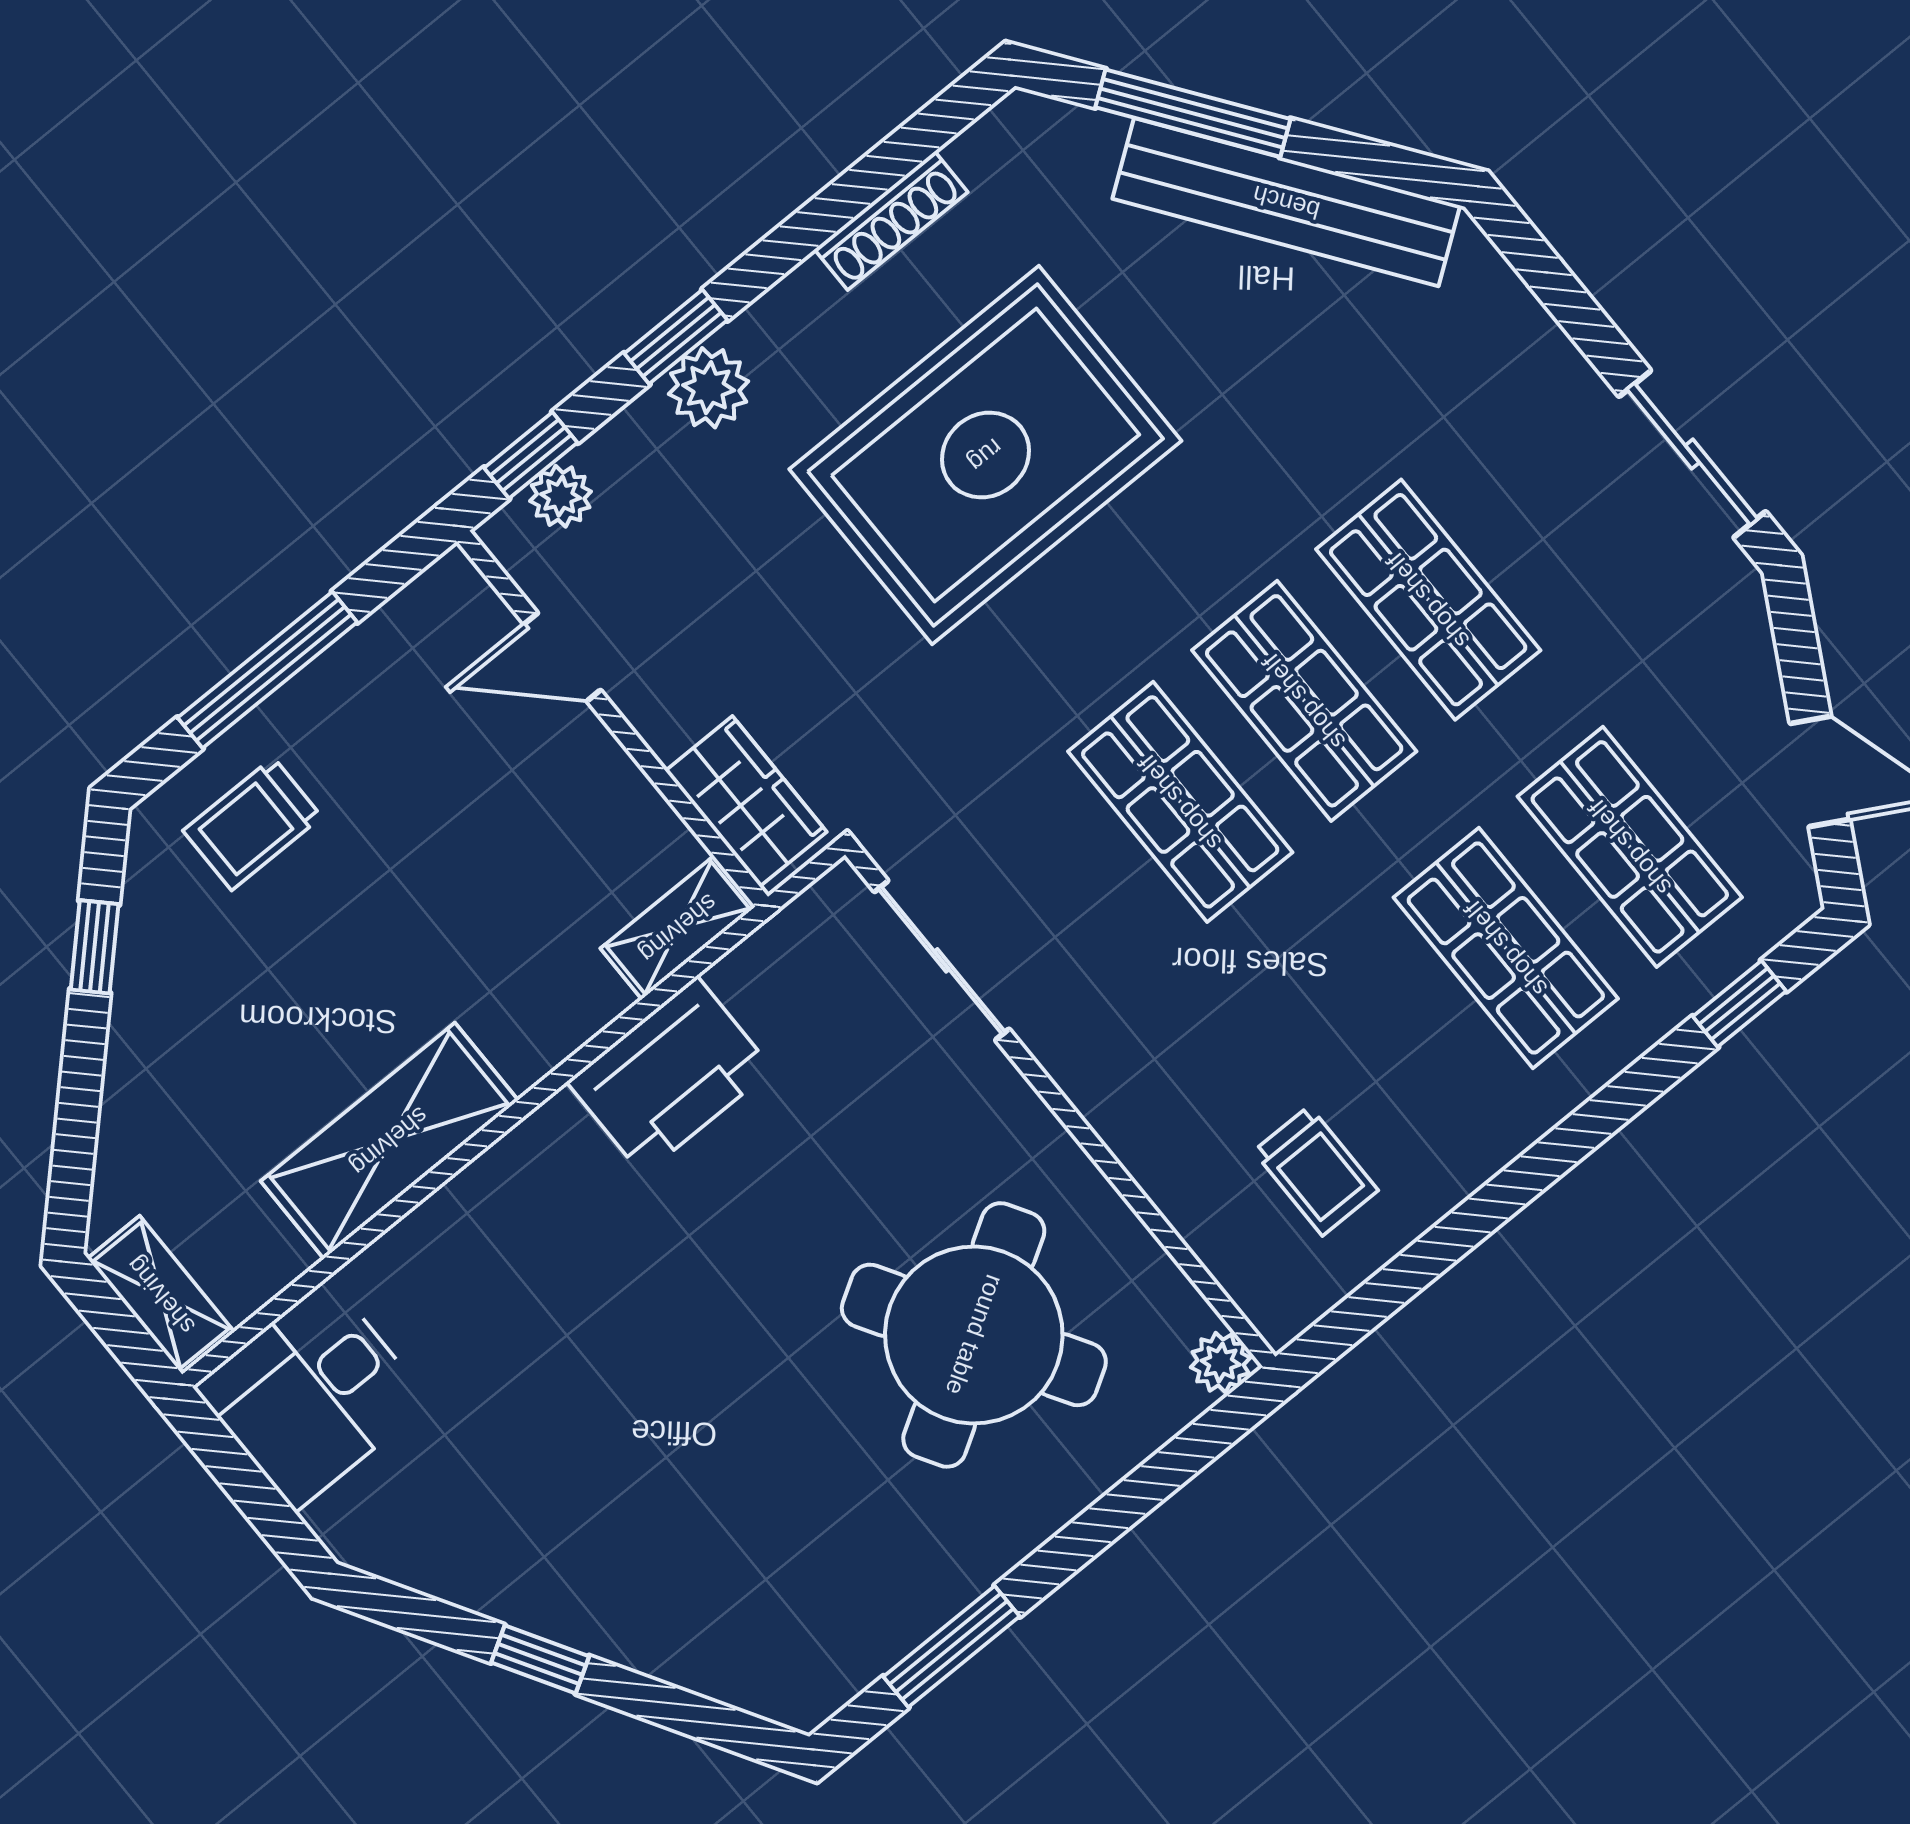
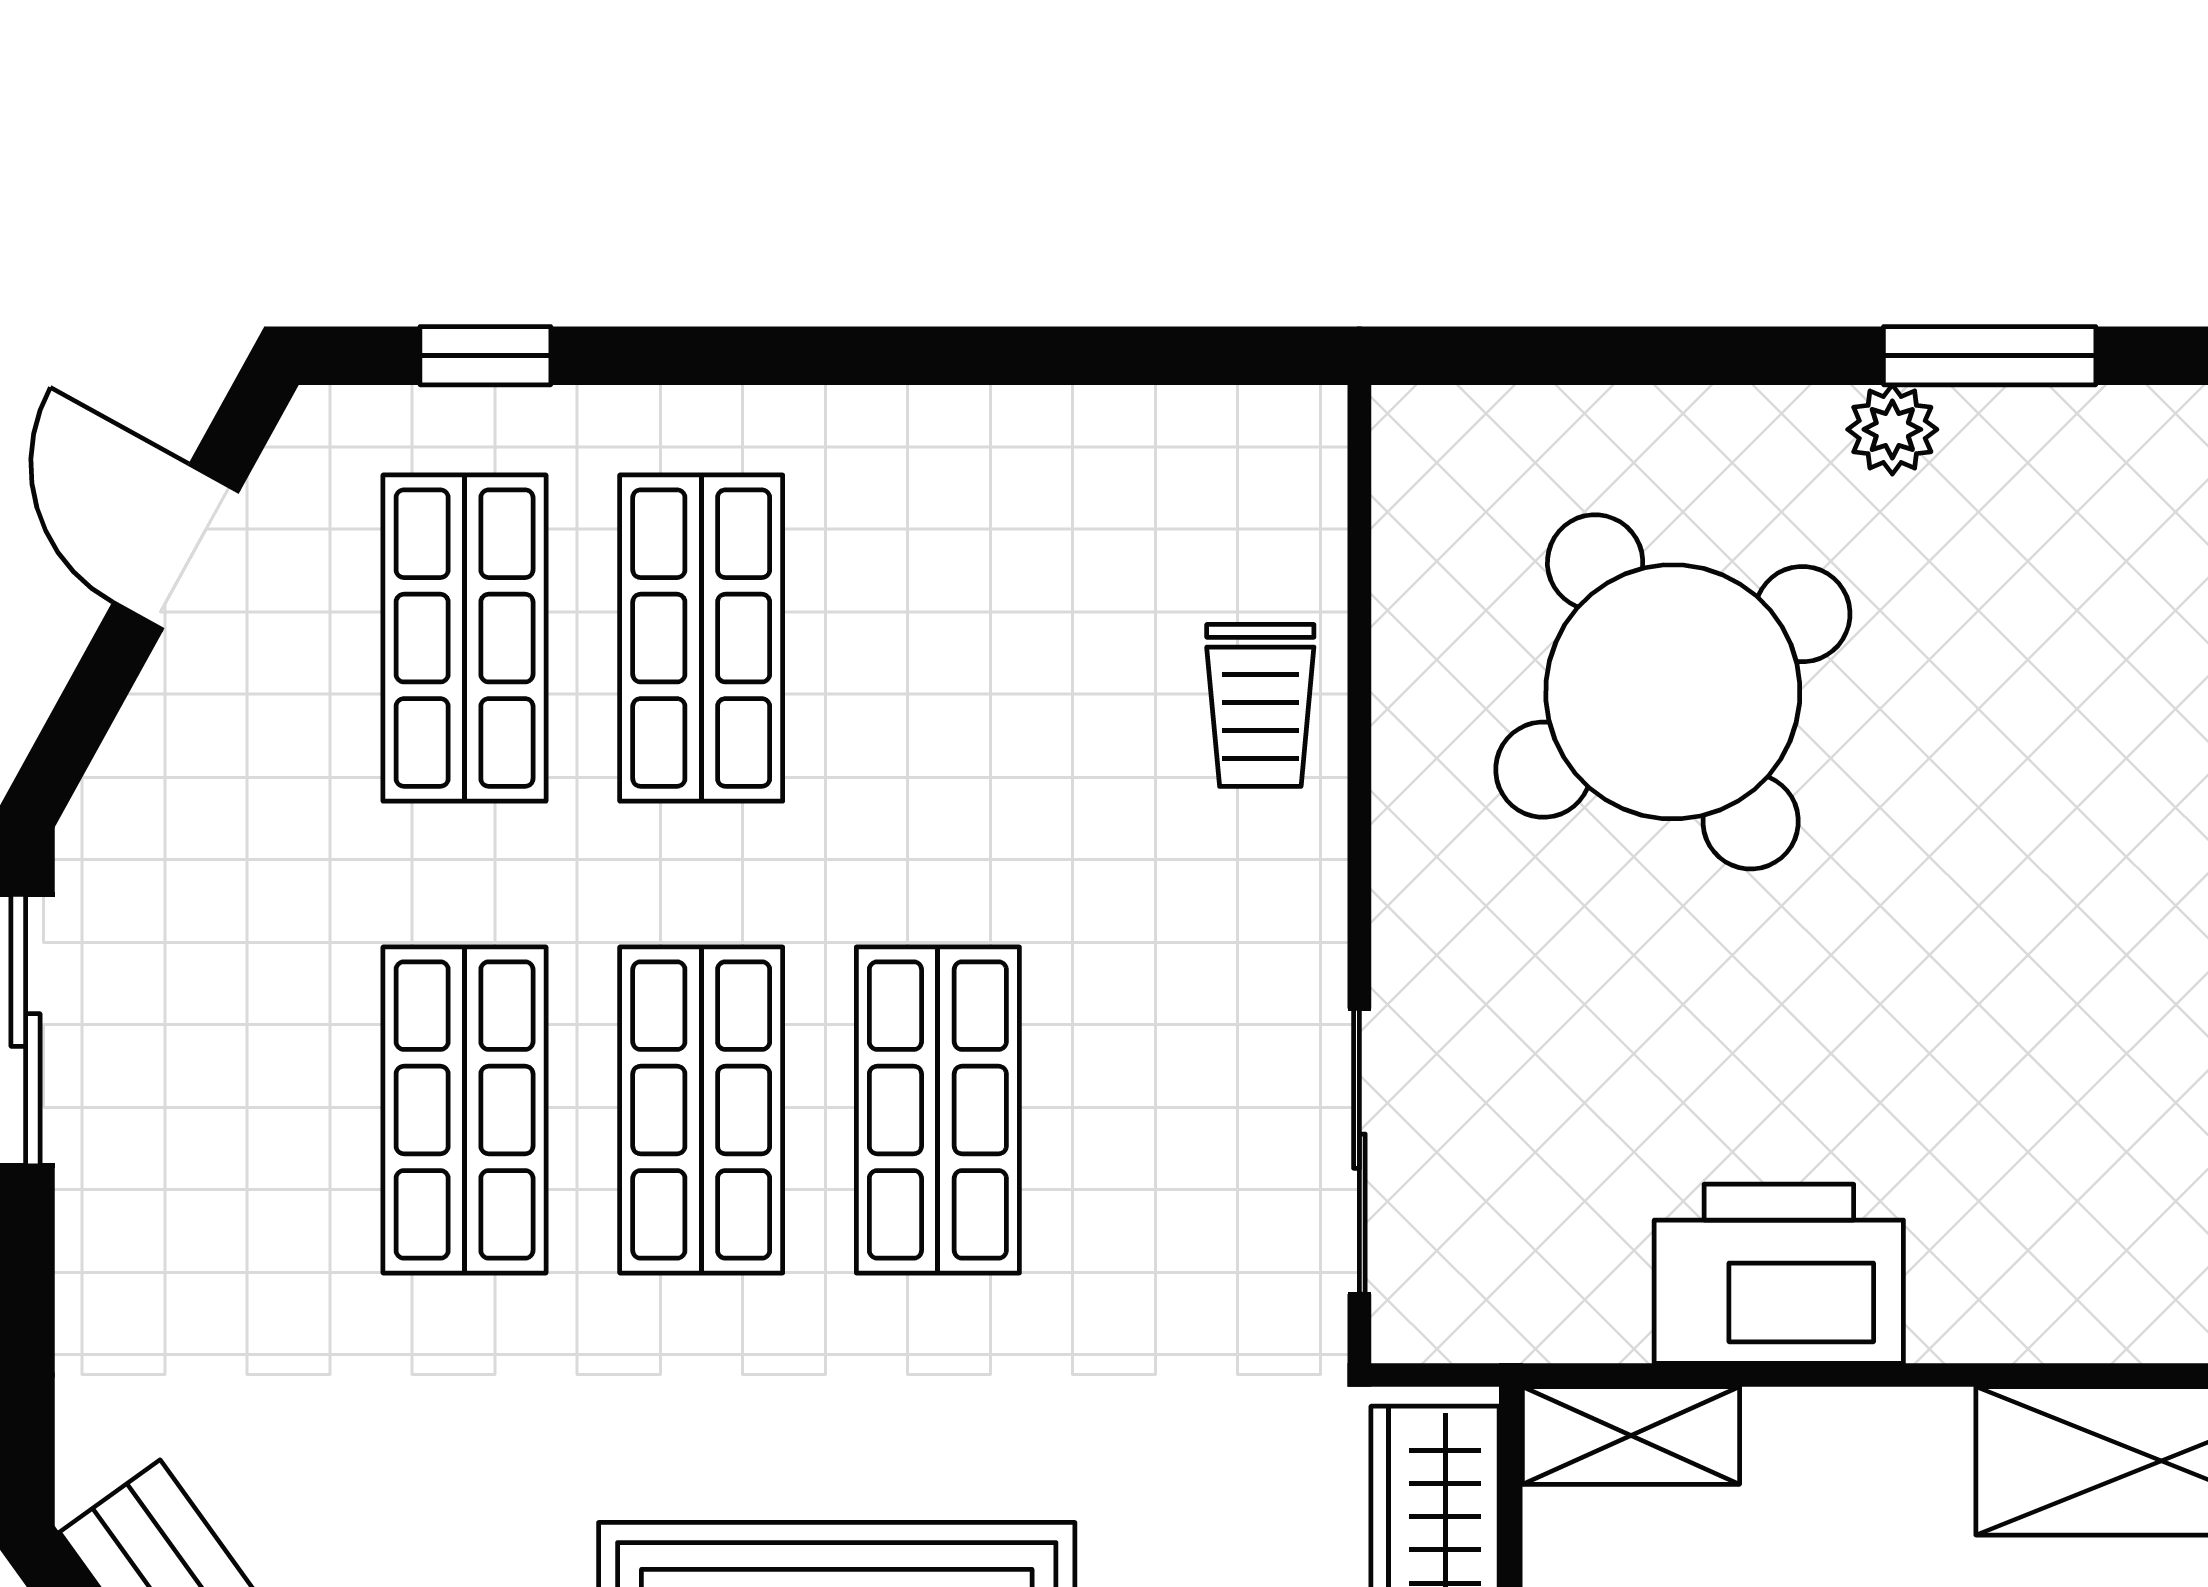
trolley: (1316, 1171) -> (1260, 705), moved, turned 180
plant: (1221, 1363) -> (1892, 429), moved

